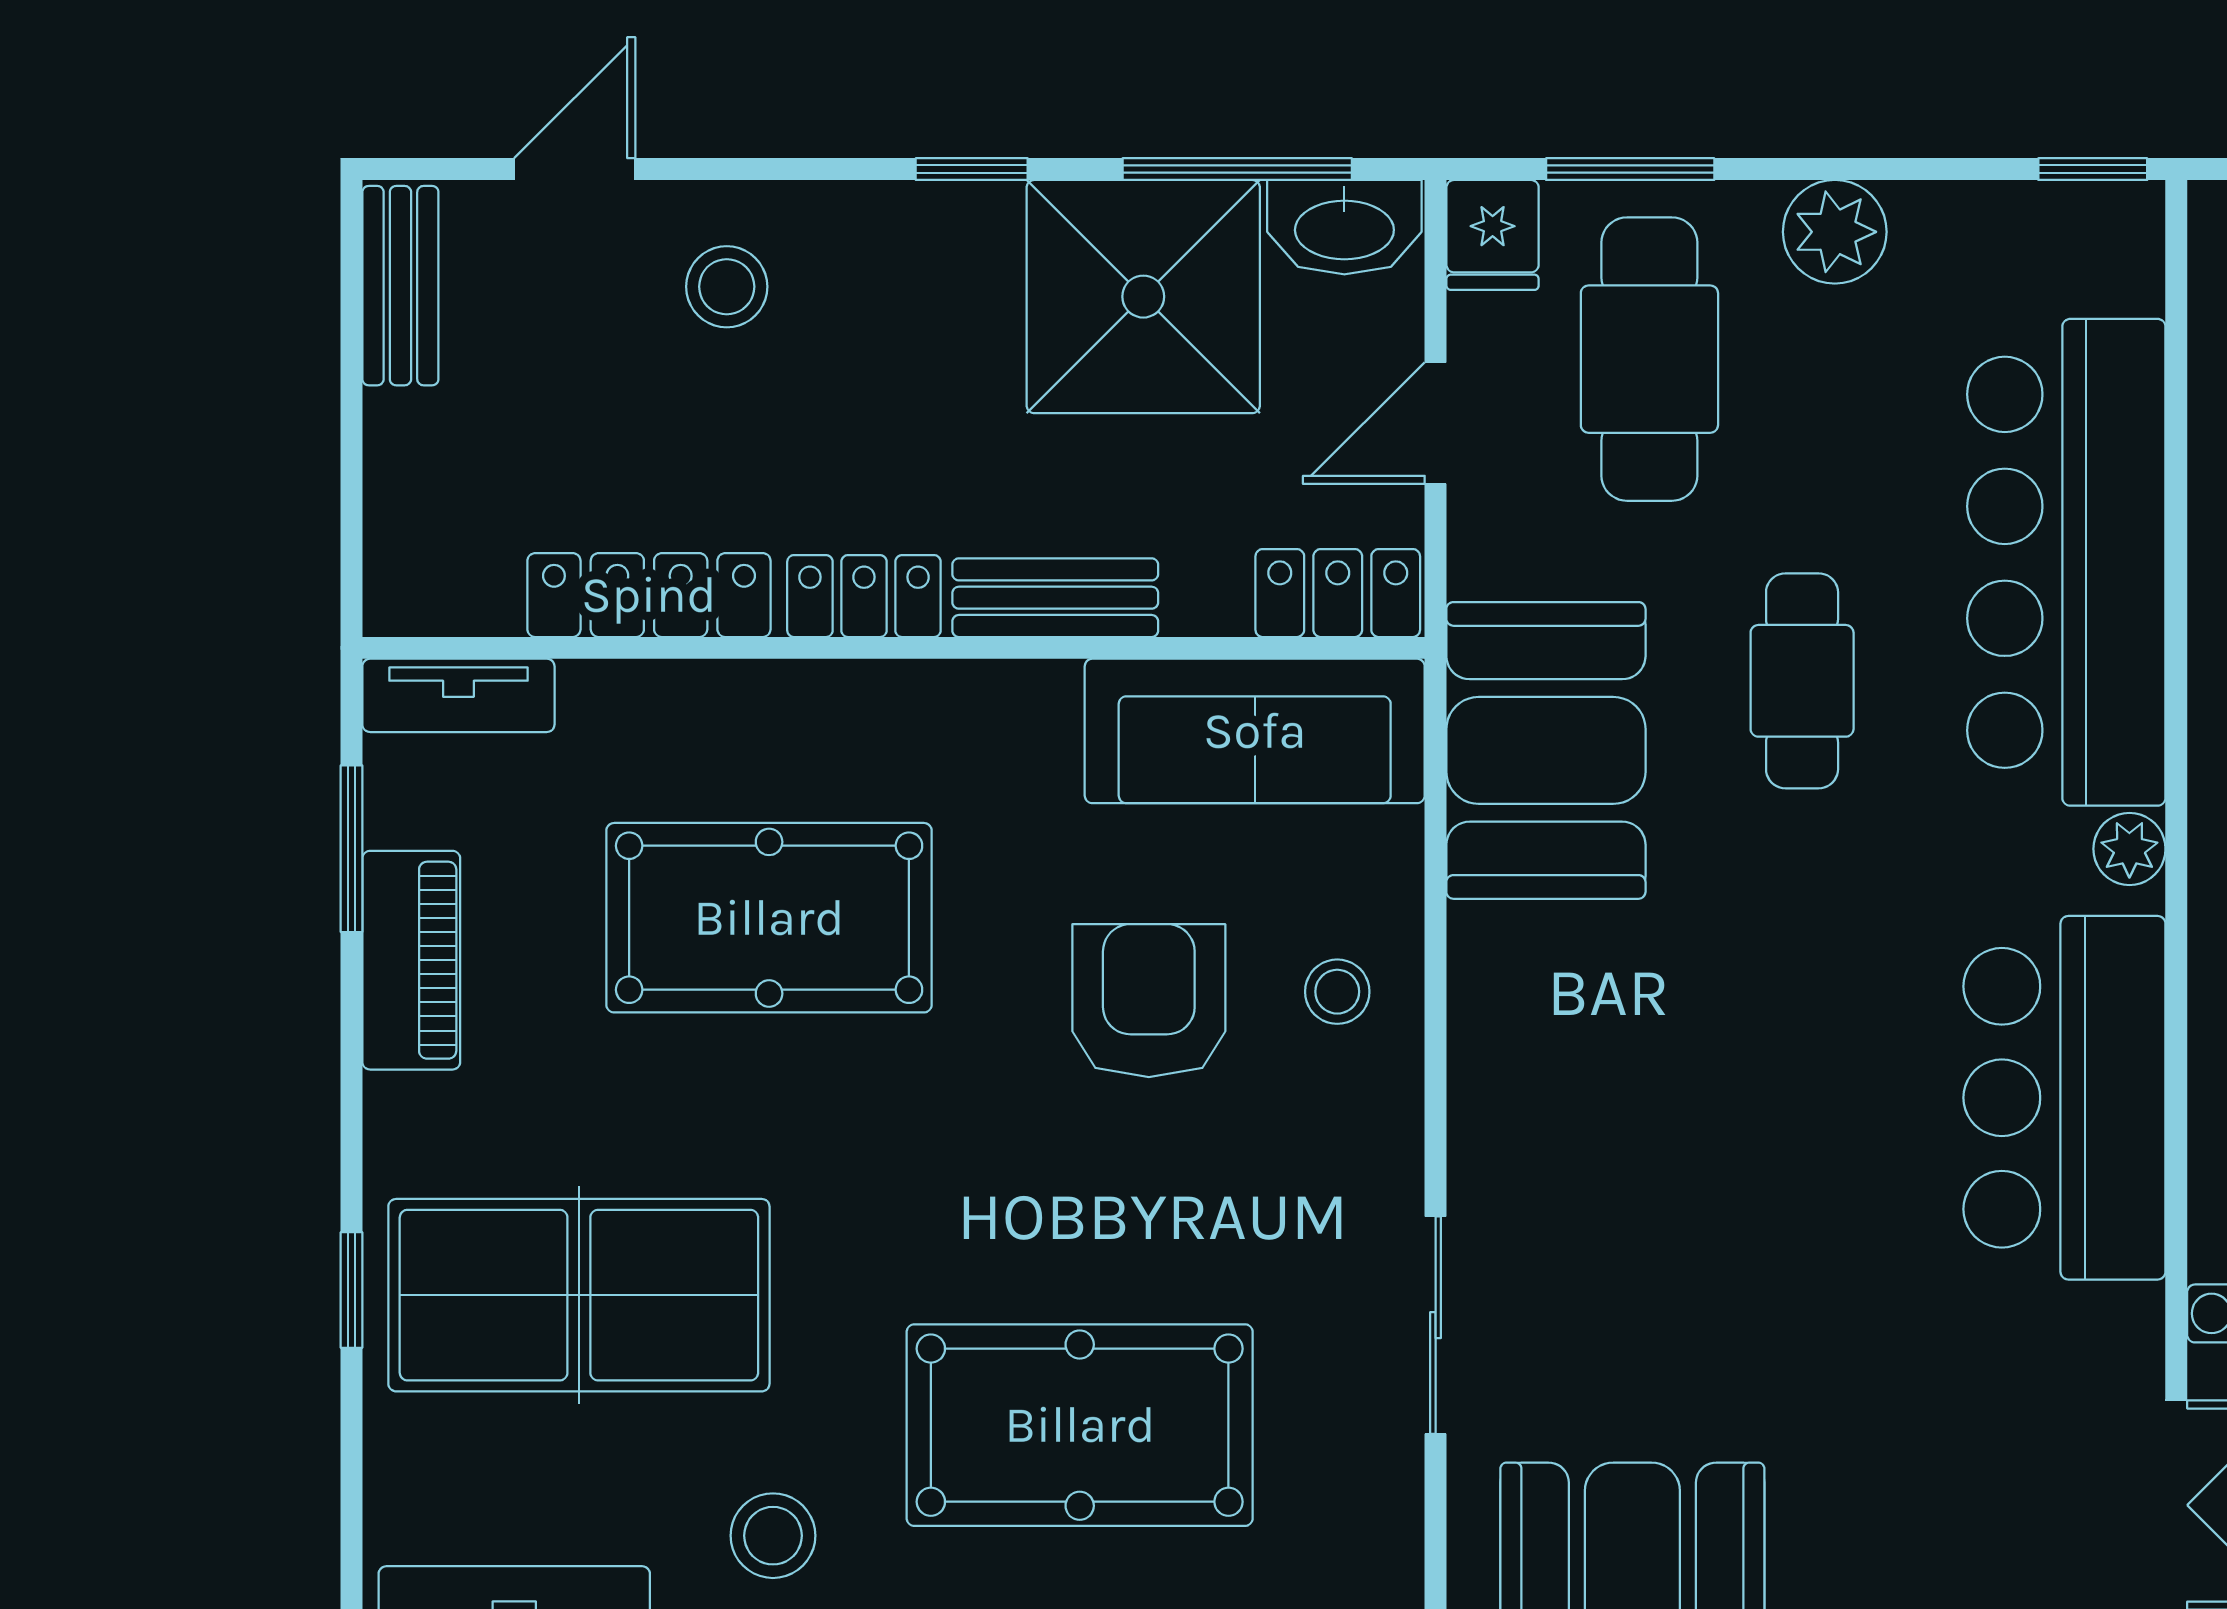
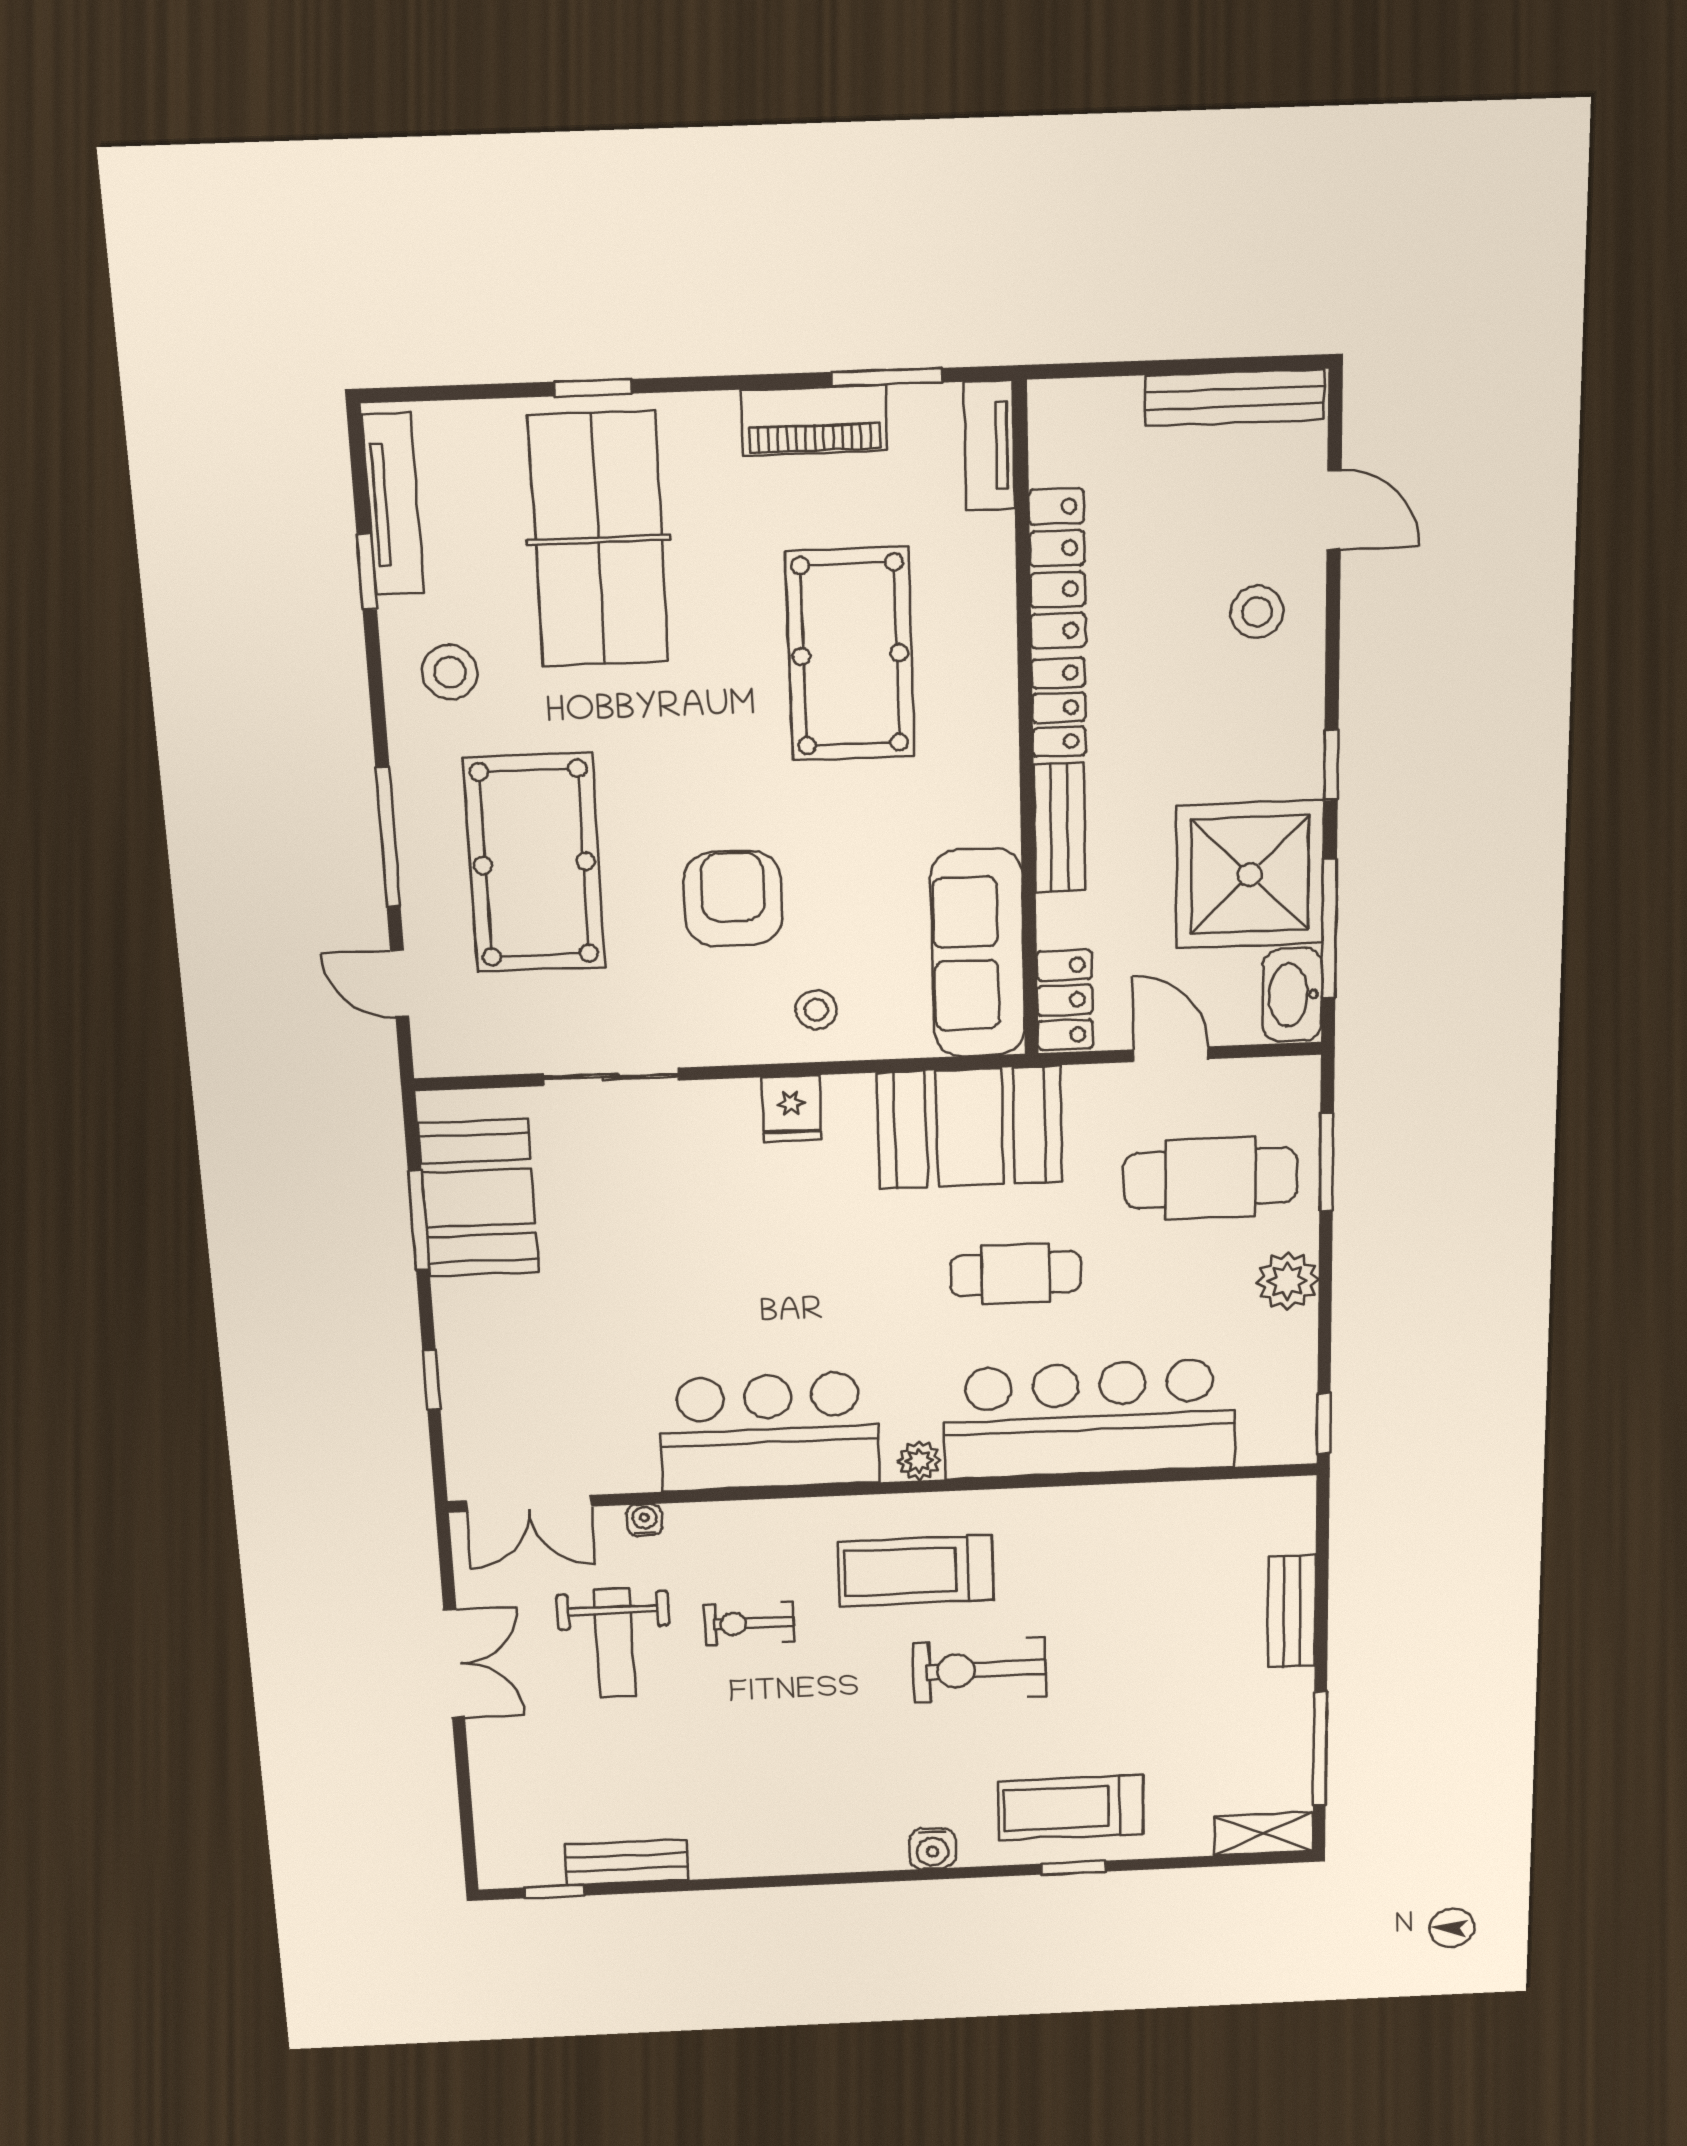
fridge: (1493, 235) -> (791, 1109), moved, turned -90
bench: (400, 286) -> (1235, 398), width x1.36
armchair: (1149, 1001) -> (733, 898), moved, turned -90

